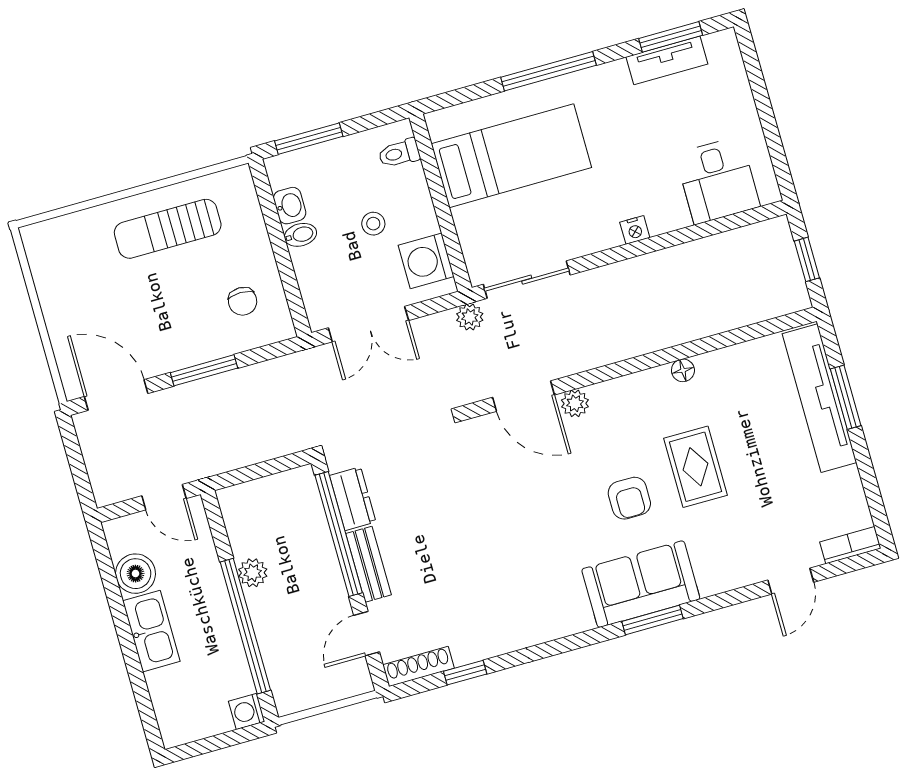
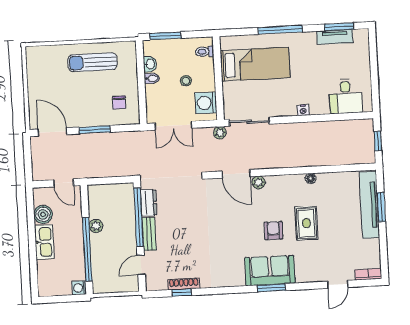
armchair: (629, 498) -> (273, 231), turned 180
shoe rack: (418, 666) -> (184, 284), moved

